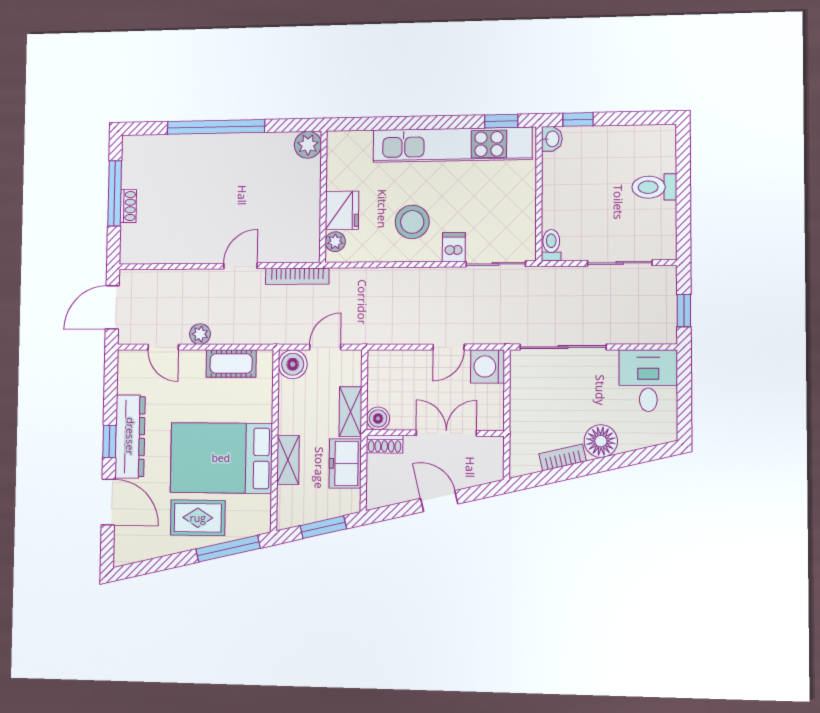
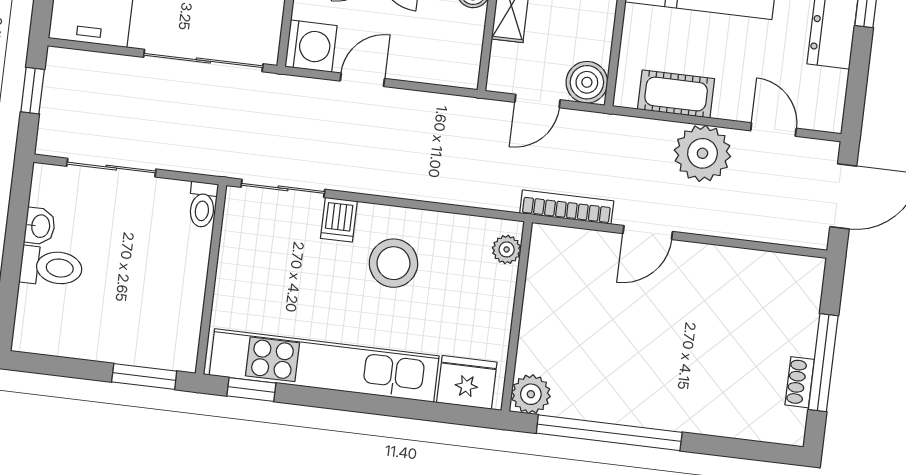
window: (578, 119) -> (144, 377), width x1.50
window: (216, 127) -> (609, 433), moved
washbasin: (552, 139) -> (40, 226), moved, turned 180
shoe rack: (128, 206) -> (800, 382), moved
fridge: (342, 210) -> (467, 382), moved, turned 90
plant: (200, 334) -> (702, 153), width x1.88, depth x1.88

